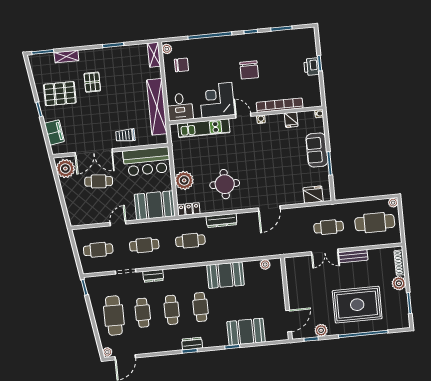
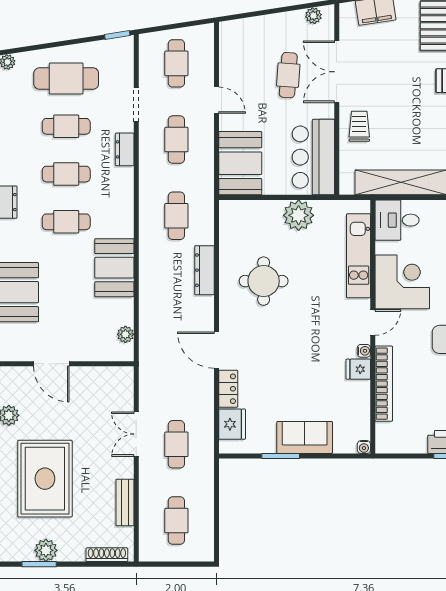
fridge: (291, 120) -> (358, 369), moved
plant: (65, 169) -> (314, 16), width x0.53, depth x0.53
plant: (184, 180) -> (299, 215), moved
plant: (393, 203) -> (206, 554), removed
locker: (189, 209) -> (228, 389), moved
cafe table: (375, 223) -> (176, 521), width x0.73, depth x0.74
bench: (353, 256) -> (125, 502), moved
plant: (399, 283) -> (46, 550), moved
door: (289, 321) -> (51, 364), moved

